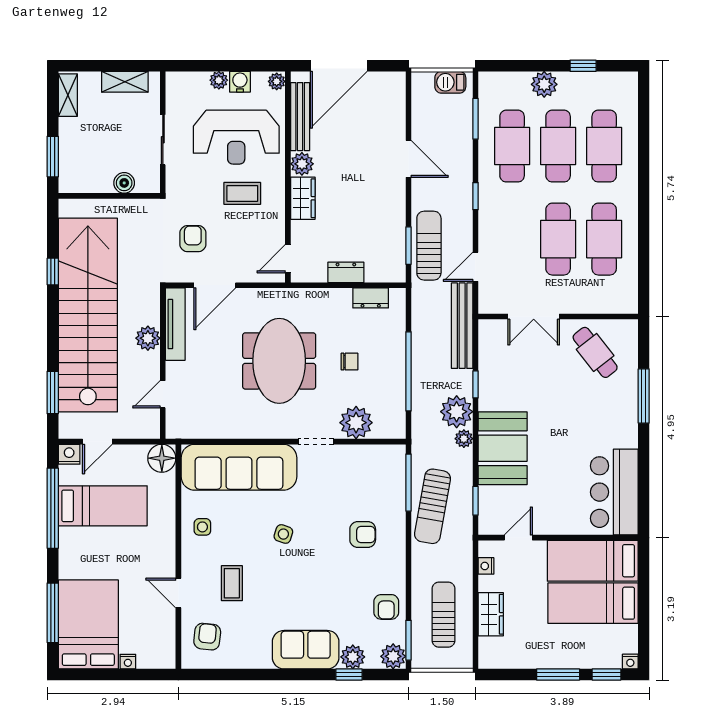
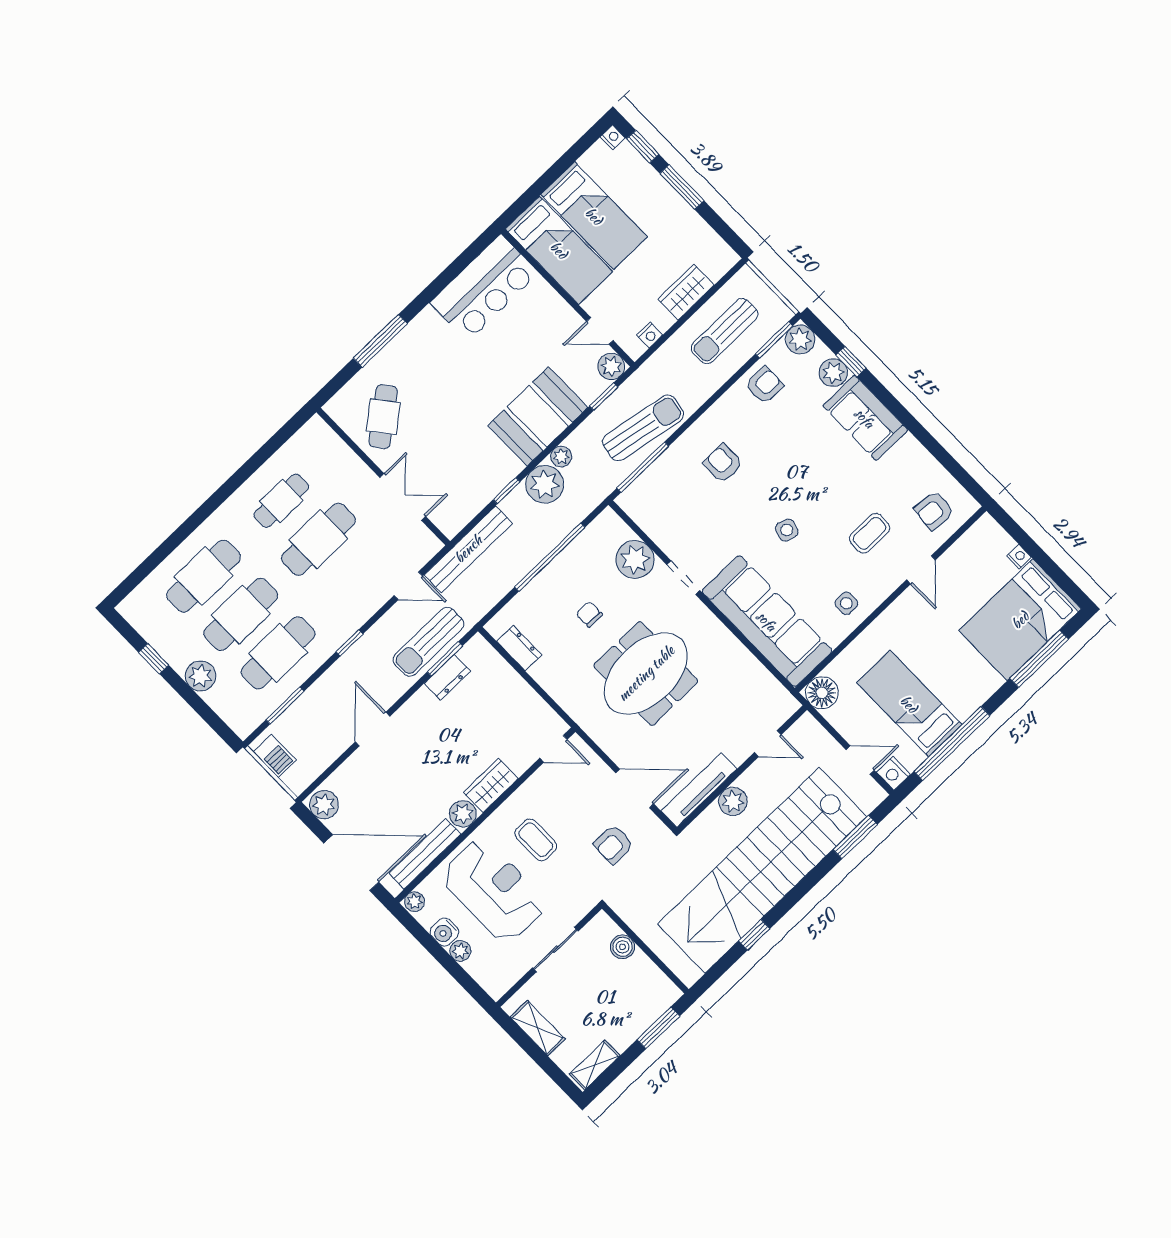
plant: (391, 84) -> (324, 805), added
cafe table: (604, 239) -> (281, 501), width x0.73, depth x0.74
dresser: (346, 272) -> (447, 677), moved, turned -90
plant: (490, 524) -> (611, 366), added

